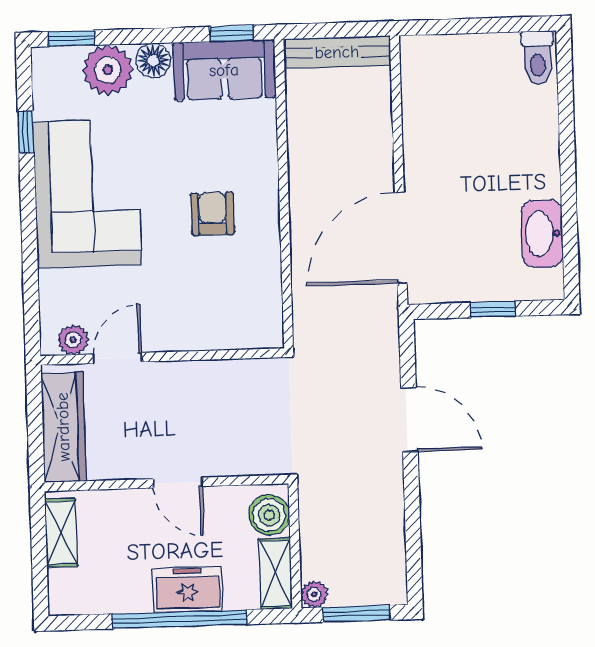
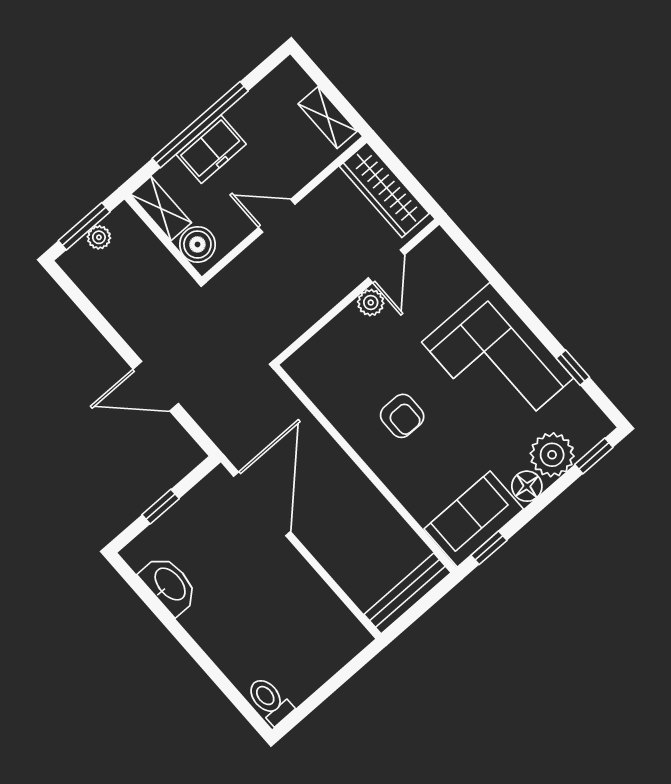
plant: (73, 340) -> (371, 303), moved
plant: (314, 594) -> (99, 237), moved

